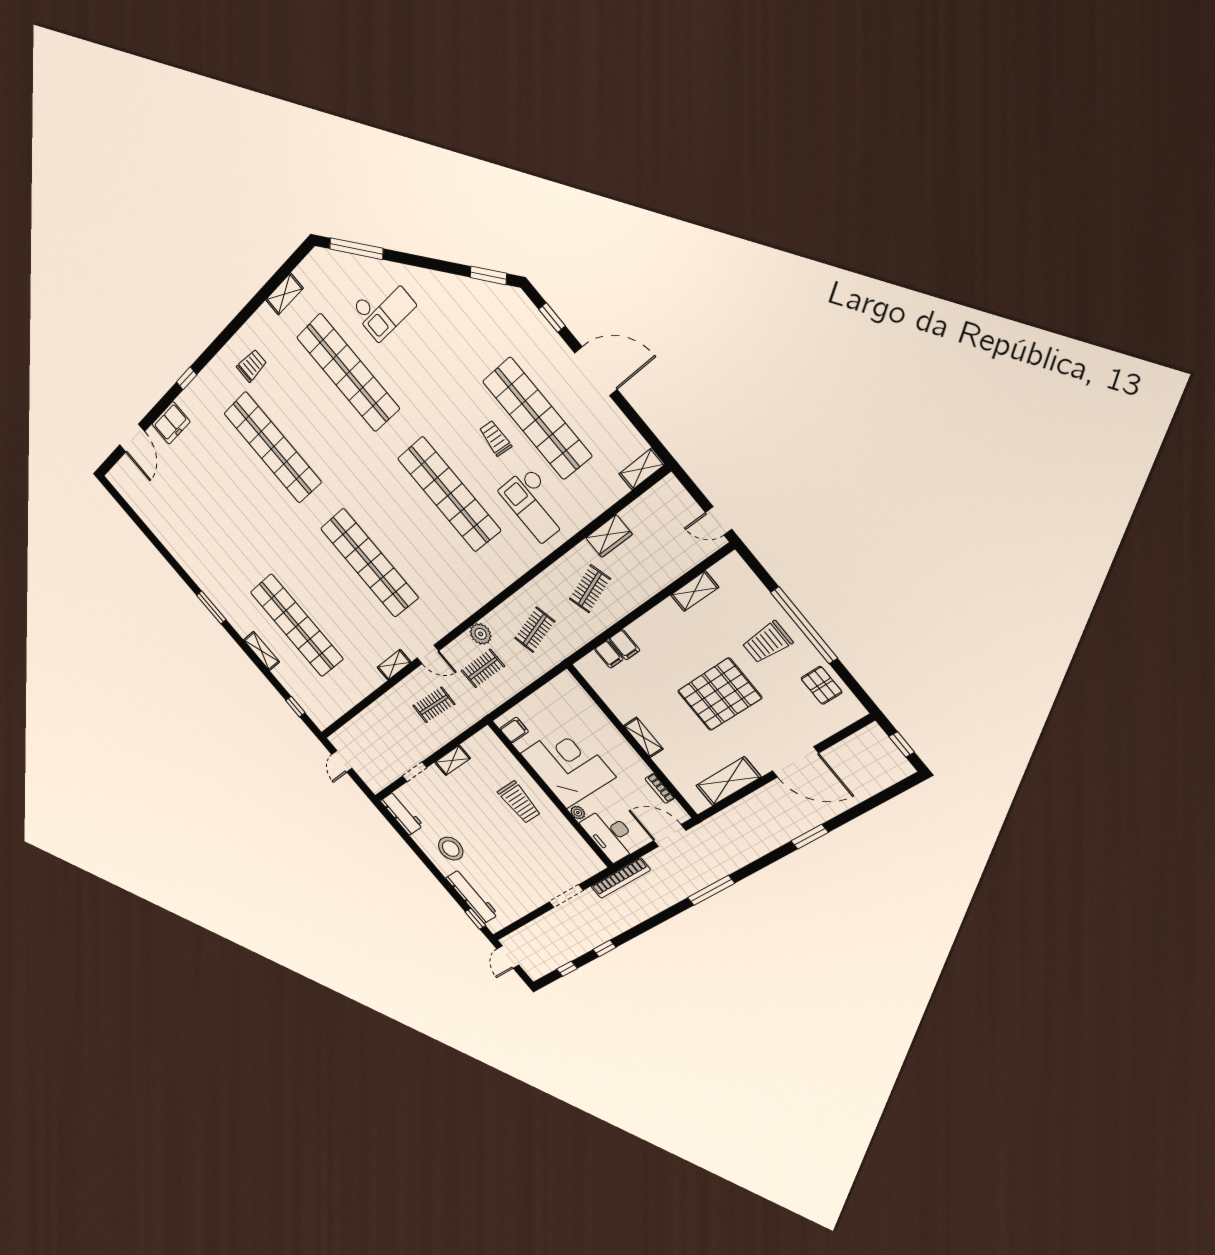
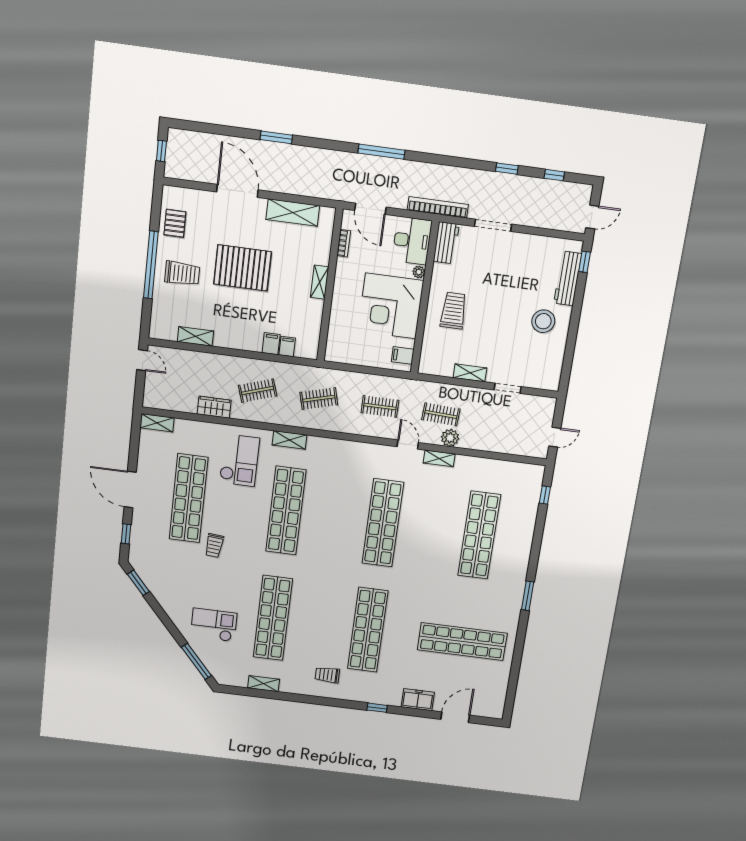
trolley: (495, 438) -> (214, 545), moved
shop shelf: (204, 516) -> (462, 642), added
plant: (481, 634) -> (450, 438), moved
shelving: (261, 651) -> (289, 440), moved, turned 90
workbench: (402, 813) -> (446, 243), moved, turned 180

